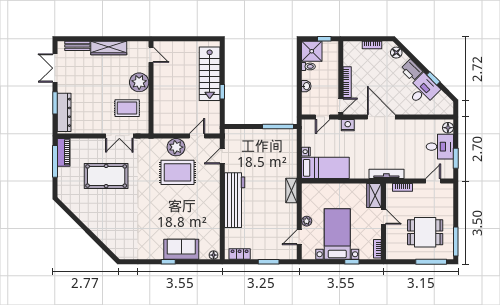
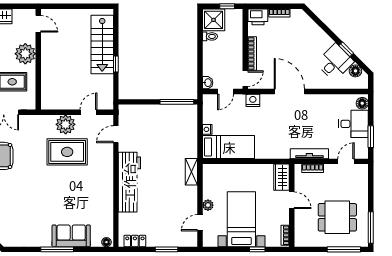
floor lamp: (396, 53) -> (355, 71), moved
printer: (411, 70) -> (258, 17), moved, turned -45
washbasin: (306, 86) -> (208, 83), moved
tv unit: (386, 174) -> (309, 154), moved
window: (168, 262) -> (57, 249), width x2.17

